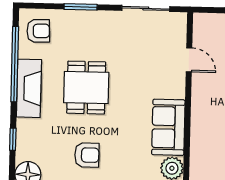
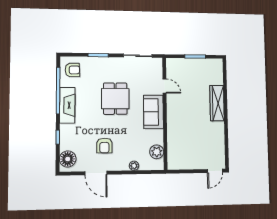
dining table: (86, 88) -> (115, 99), moved
sofa: (168, 127) -> (153, 112), moved
armchair: (87, 155) -> (104, 146), turned 90

